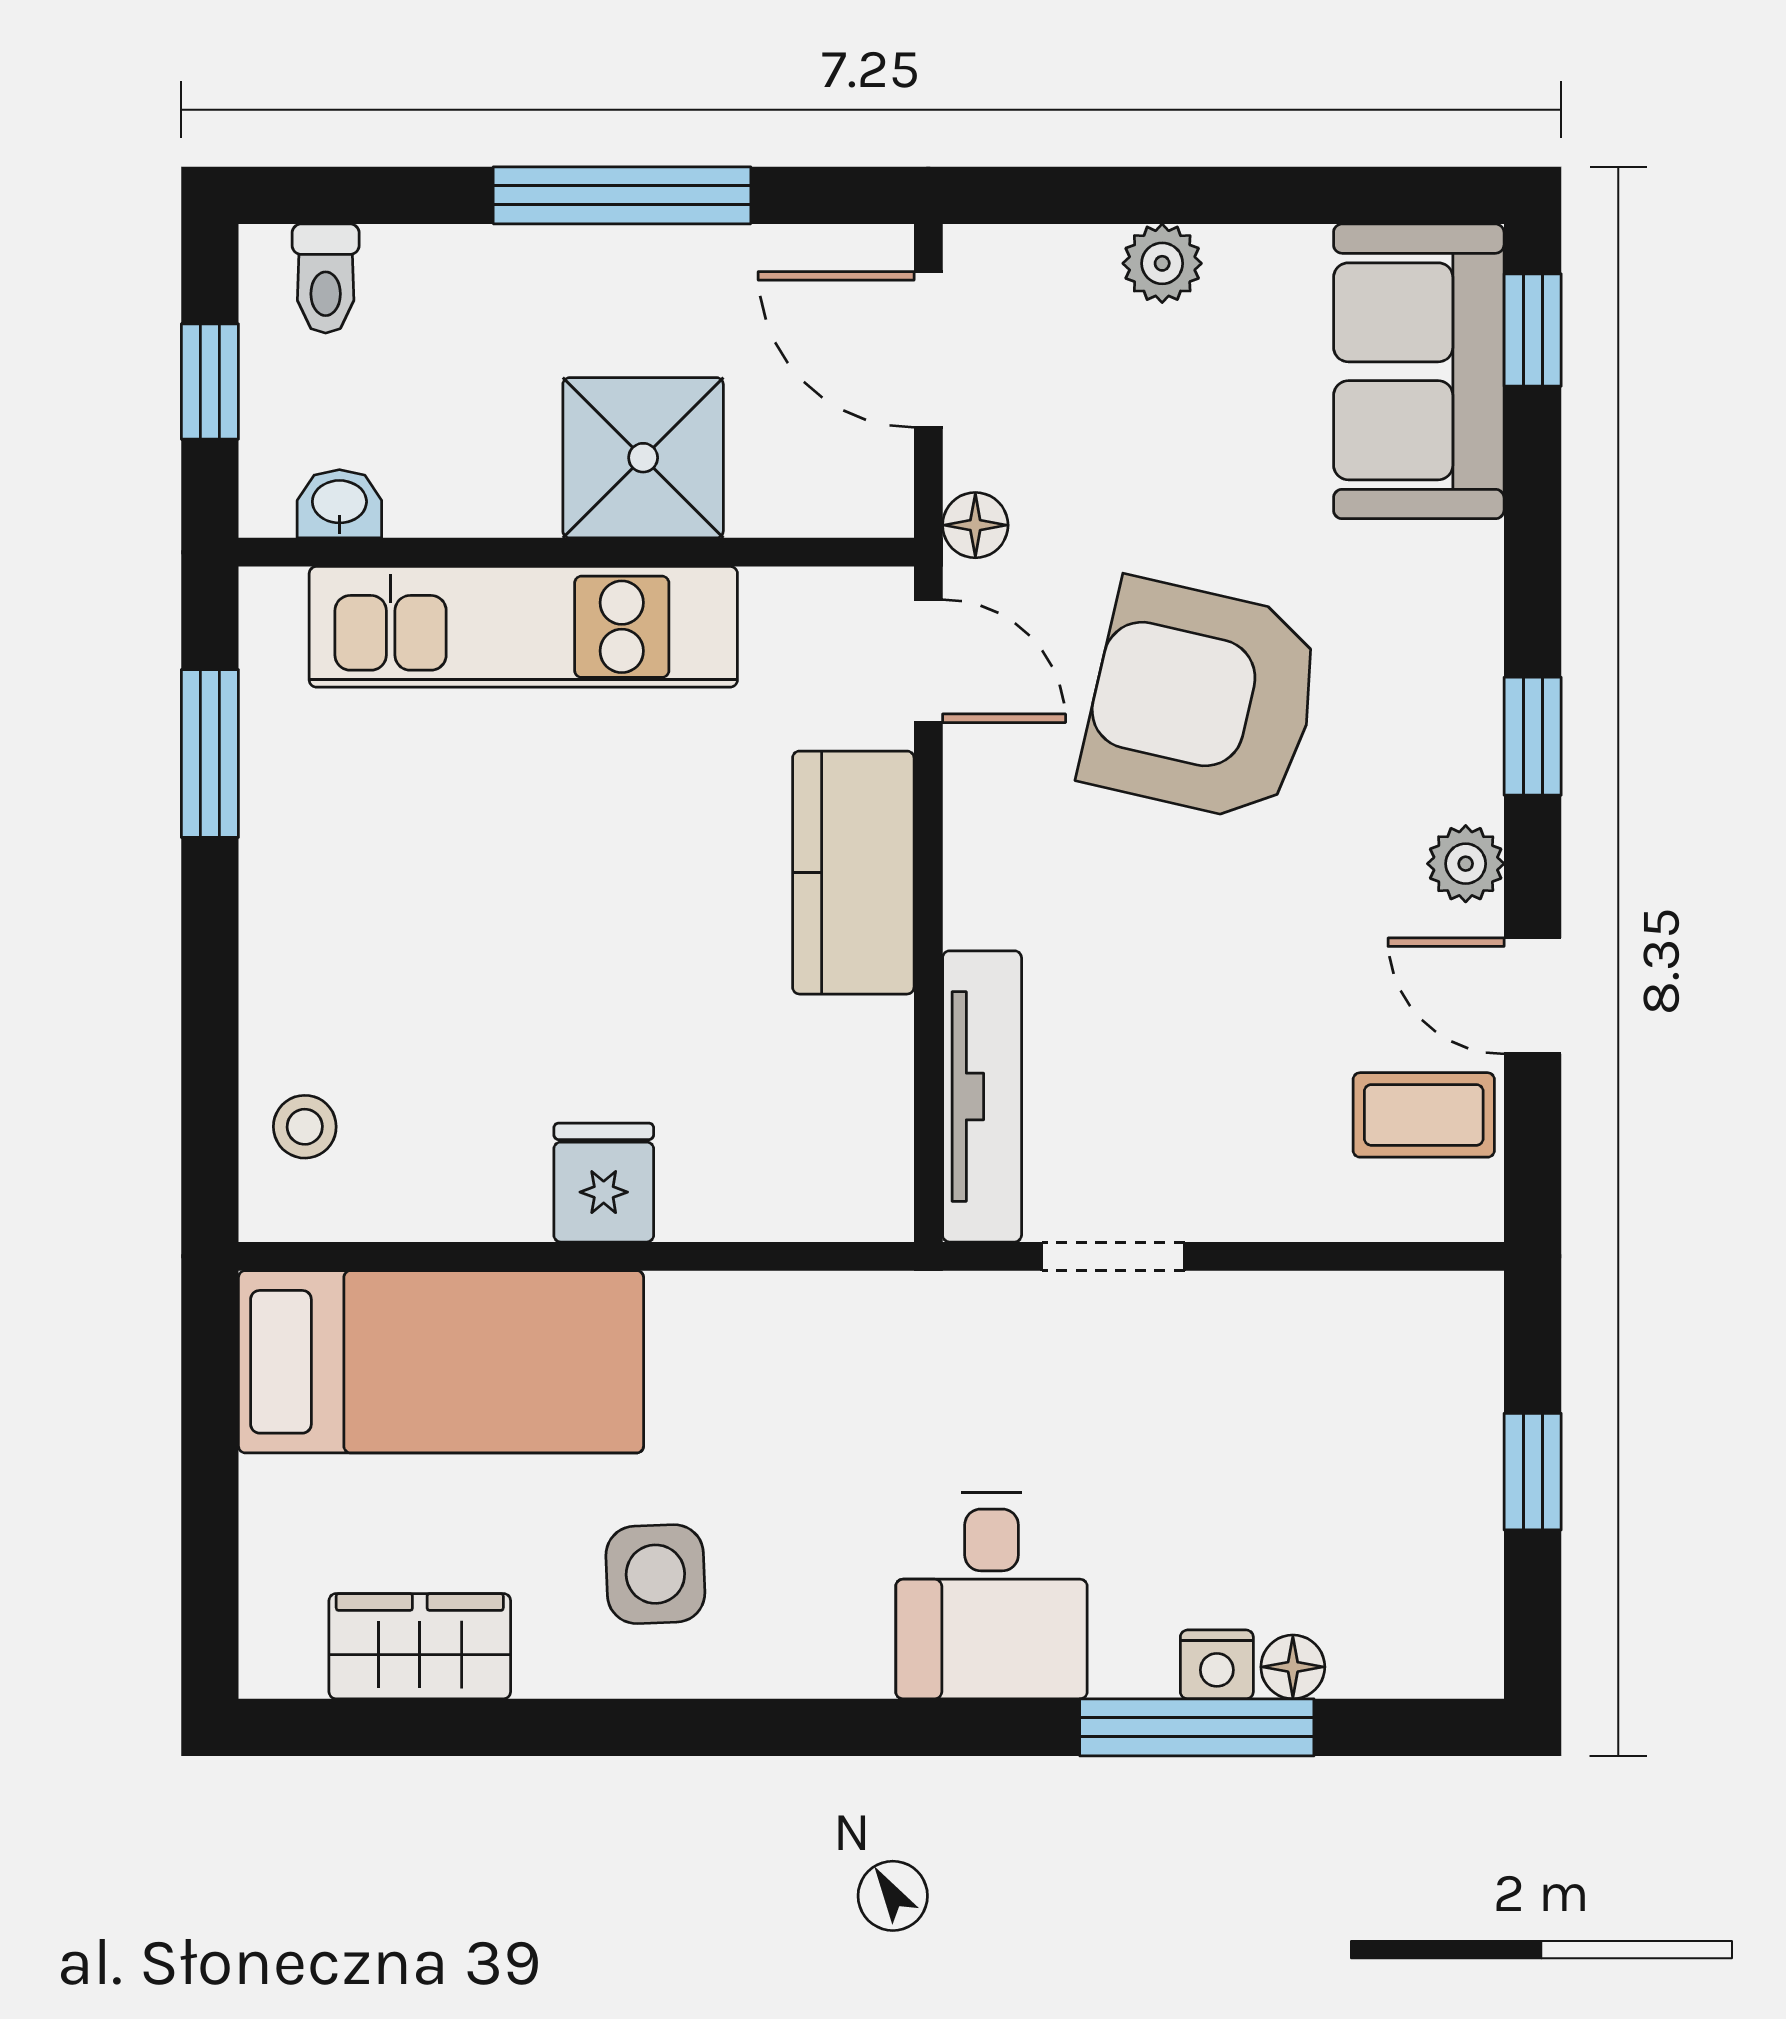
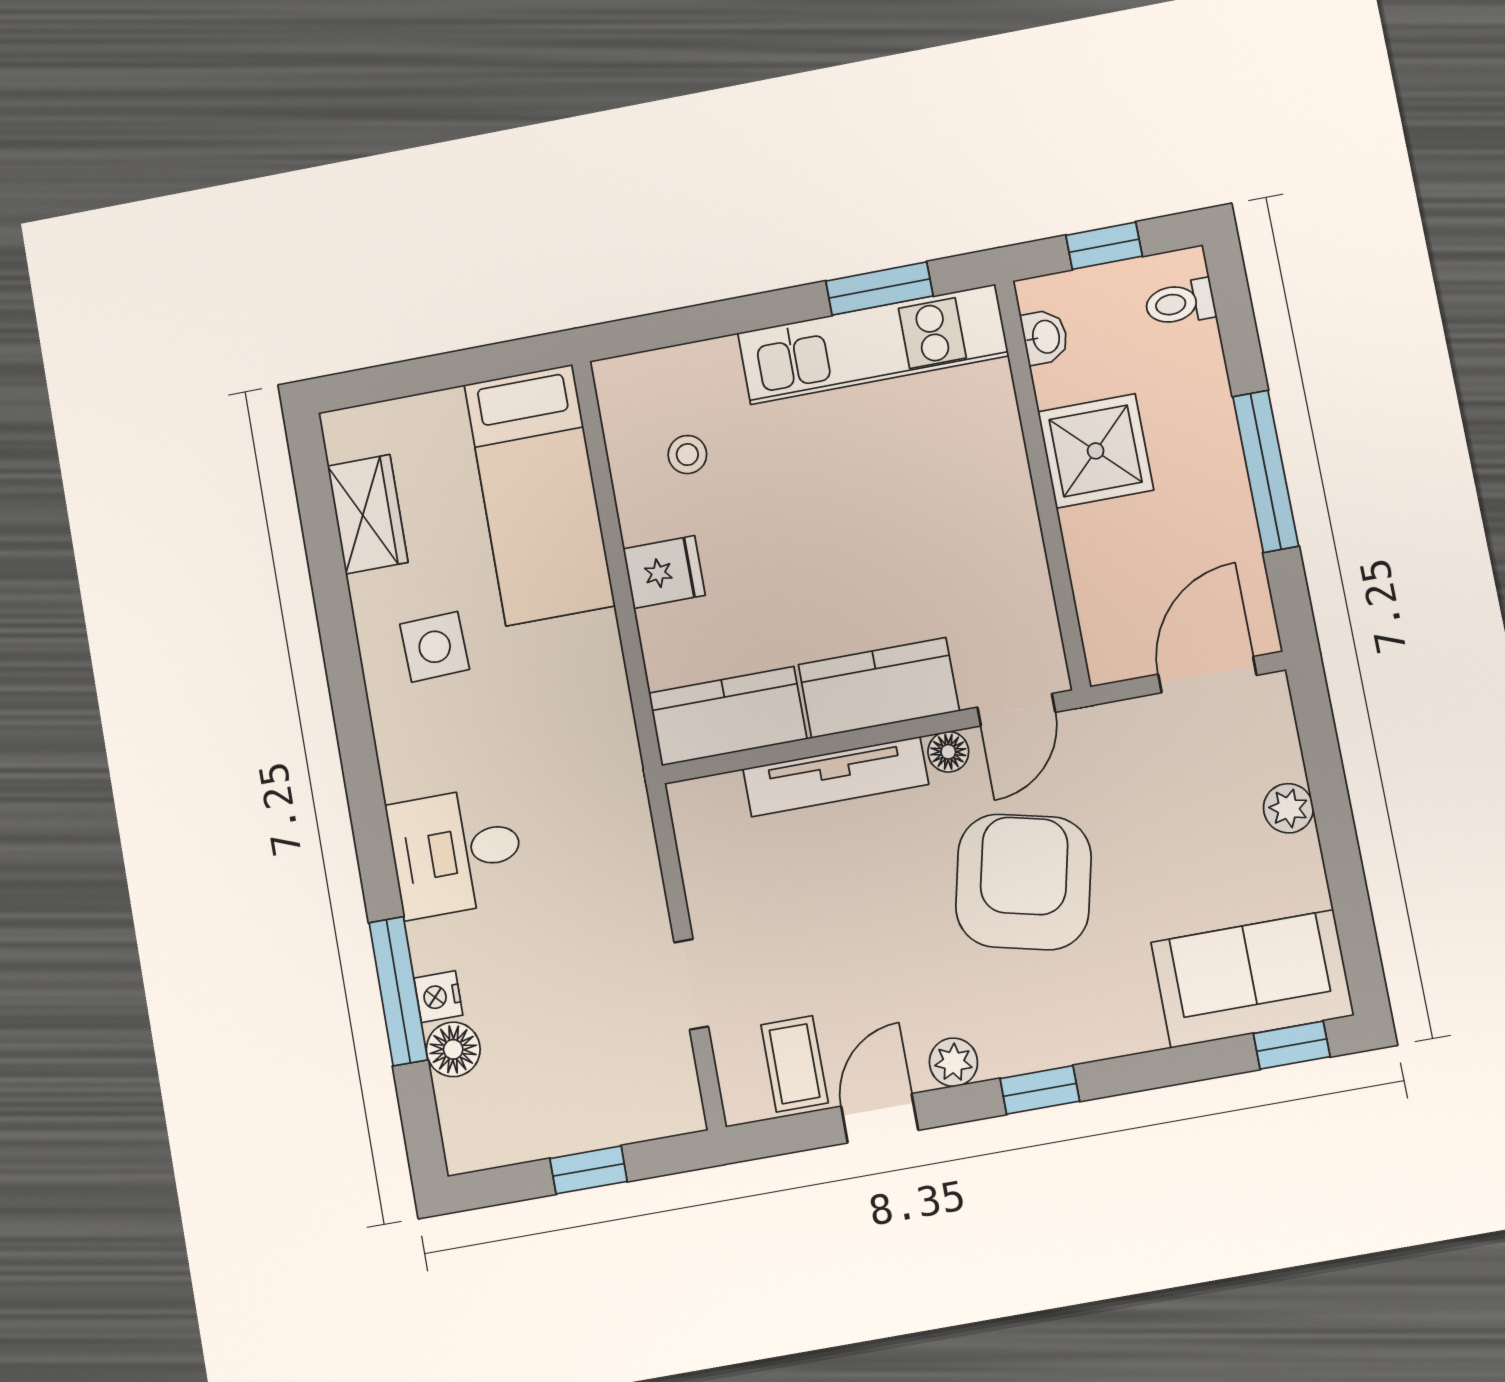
shower: (643, 458) -> (1096, 451), moved
floor lamp: (975, 525) -> (948, 752), moved
kitchen unit: (523, 627) -> (873, 344), moved, turned -90
tv unit: (982, 1096) -> (836, 777), moved
kitchen counter: (854, 1122) -> (728, 716), added
stool: (305, 1127) -> (687, 455), moved
doorway: (1113, 1256) -> (691, 984), moved
floor lamp: (1293, 1667) -> (453, 1049), width x1.37, depth x1.37

